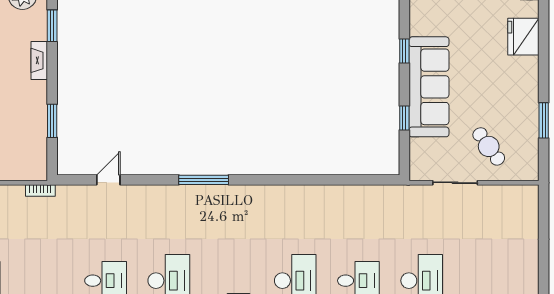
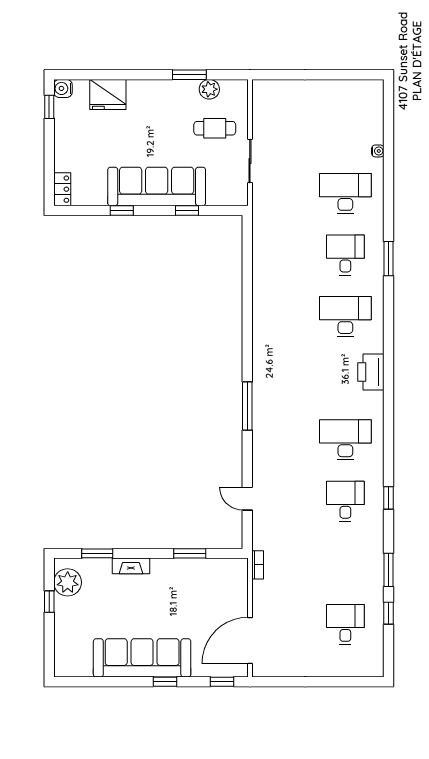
plant: (529, 141) -> (209, 89), added
cafe table: (489, 146) -> (215, 128), turned 36

